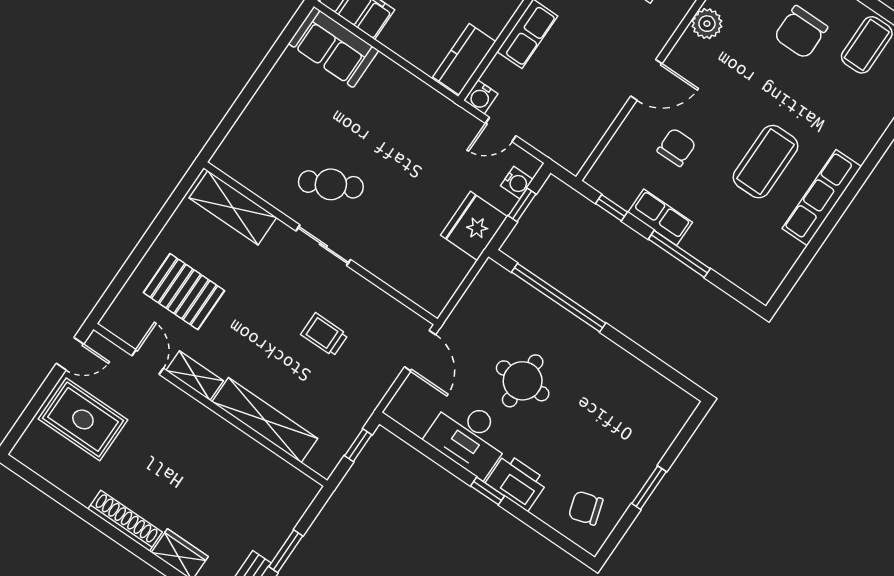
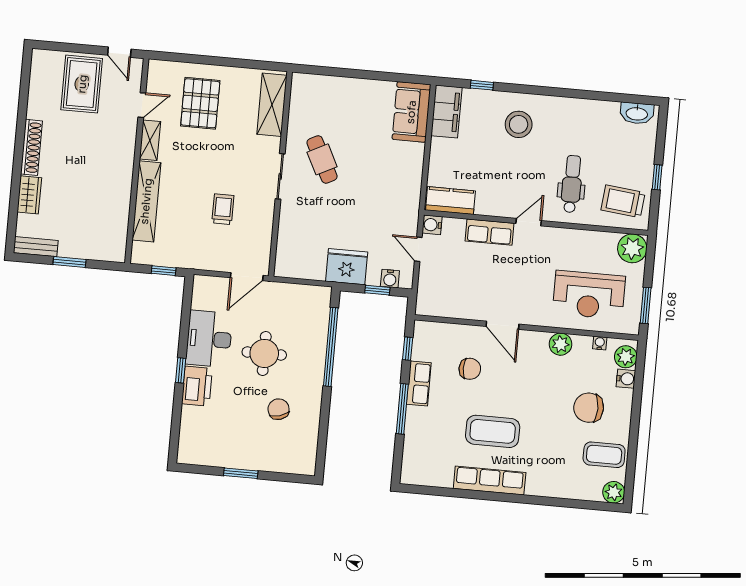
chair: (586, 508) -> (279, 409), moved

